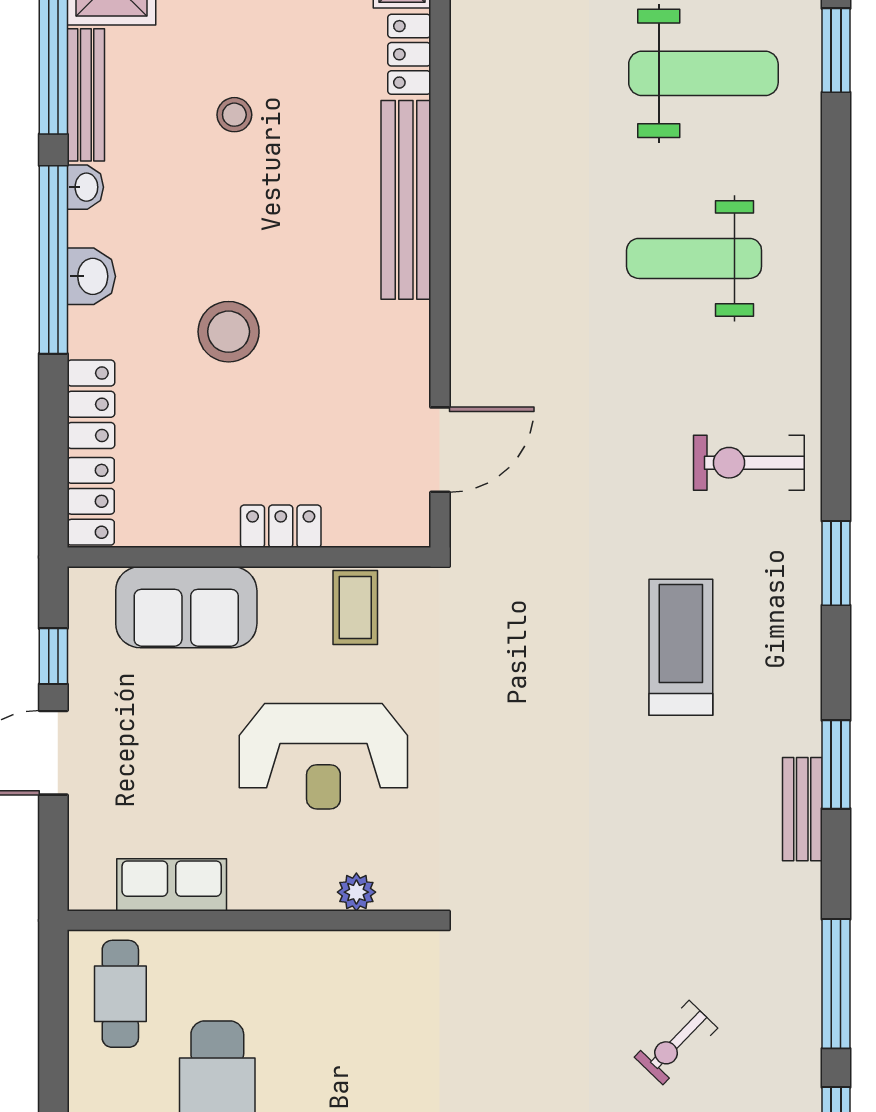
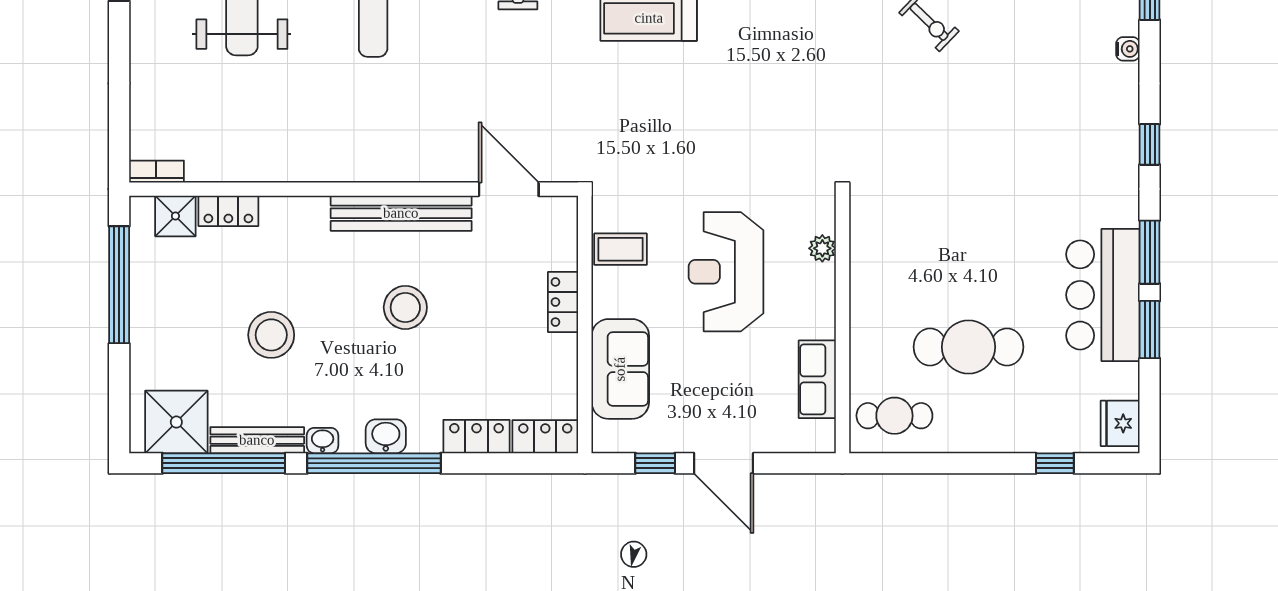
stool: (234, 115) -> (271, 335), width x1.89, depth x1.89
bench: (406, 200) -> (401, 213), moved
stool: (229, 332) -> (405, 307), moved
reception desk: (323, 756) -> (726, 272), turned 180

